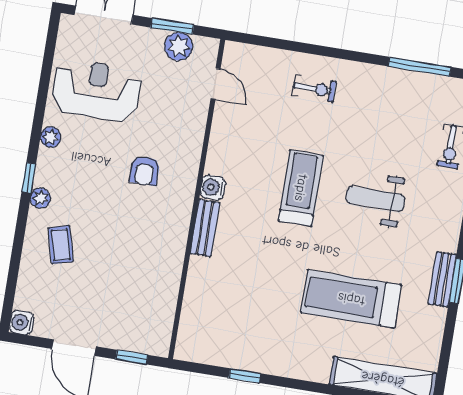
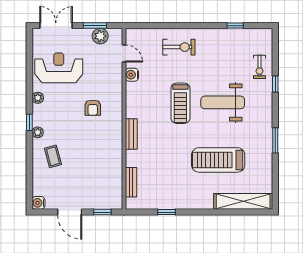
window: (420, 67) -> (235, 26), width x0.46
exercise bike: (314, 89) -> (179, 47), width x1.38, depth x1.39
water cooler: (213, 187) -> (132, 75), moved
treadmill: (301, 188) -> (180, 103), turned 180
weight bench: (375, 199) -> (223, 102), width x1.36, depth x1.33
bench: (442, 279) -> (131, 182), moved

